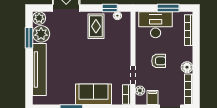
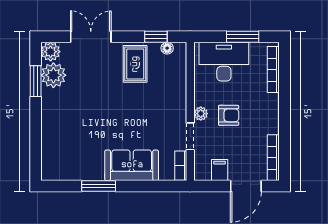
floor lamp: (187, 67) -> (271, 125), removed
tv unit: (39, 69) -> (51, 128), removed
plant: (140, 91) -> (201, 114), moved

